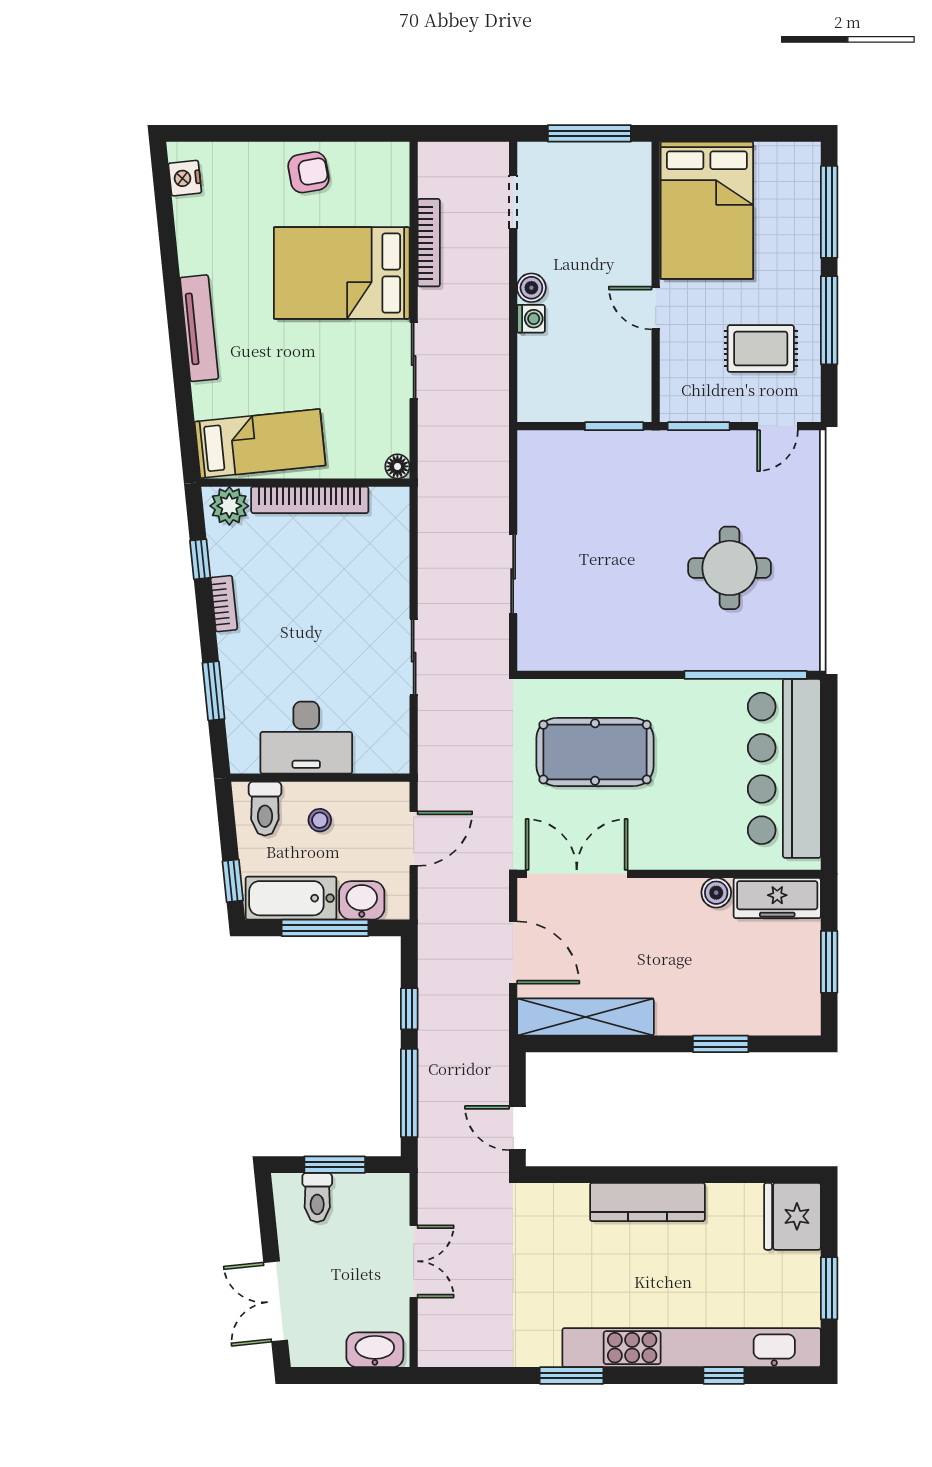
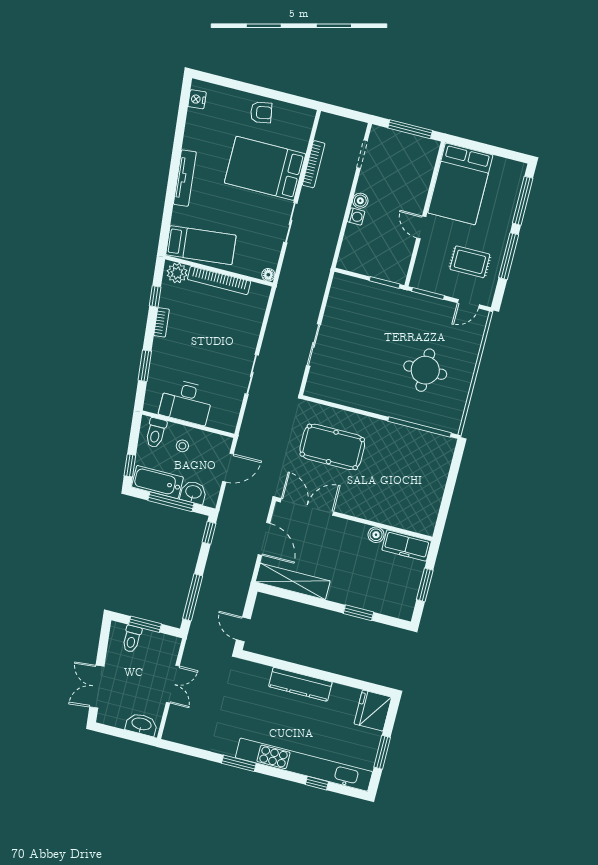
bar counter: (784, 768) -> (427, 480), removed
window: (409, 1009) -> (209, 533), moved

